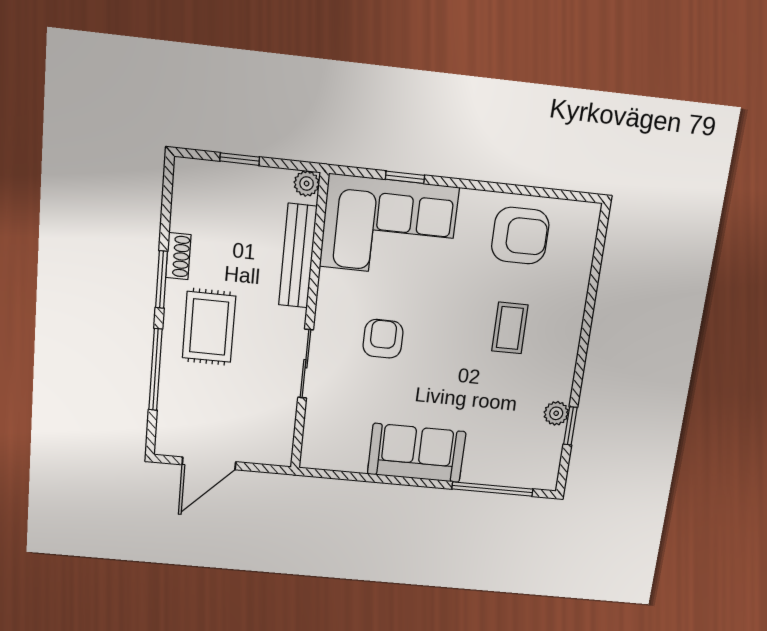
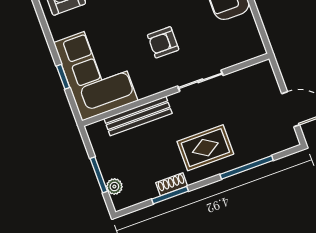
window: (240, 159) -> (99, 175), width x1.50
plant: (307, 184) -> (114, 187), moved
window: (161, 280) -> (170, 195), moved

